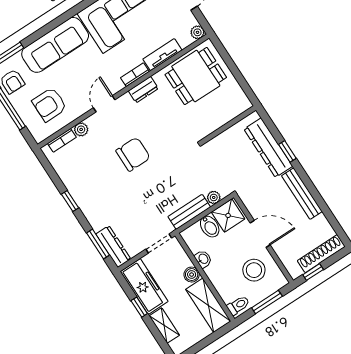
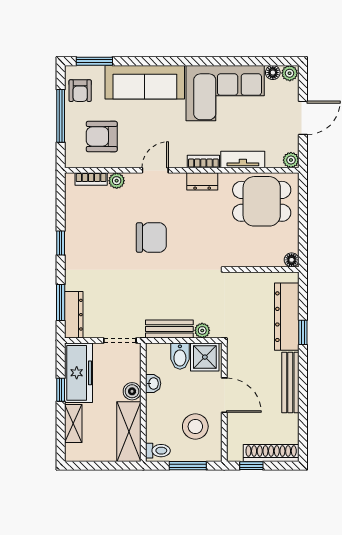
floor lamp: (245, 104) -> (292, 260), added

